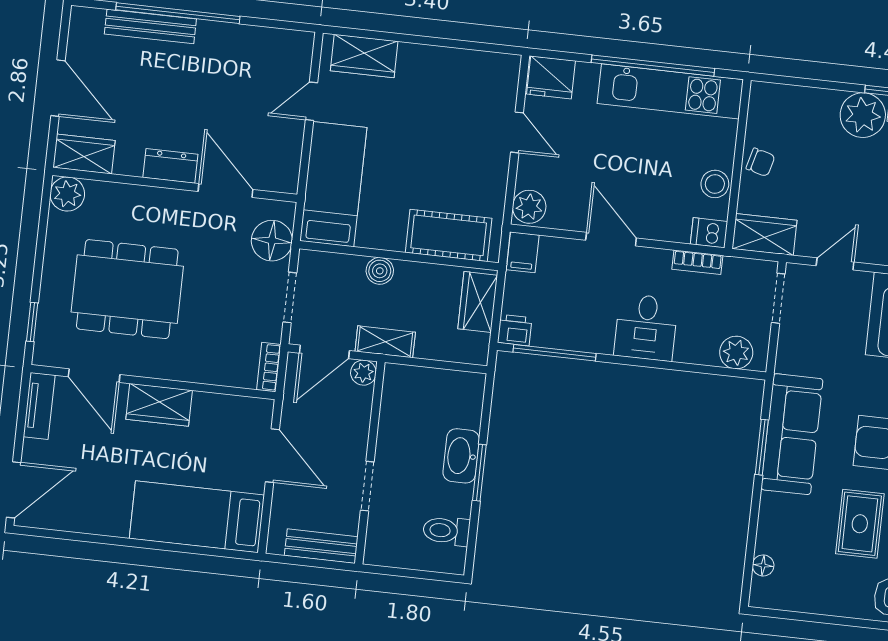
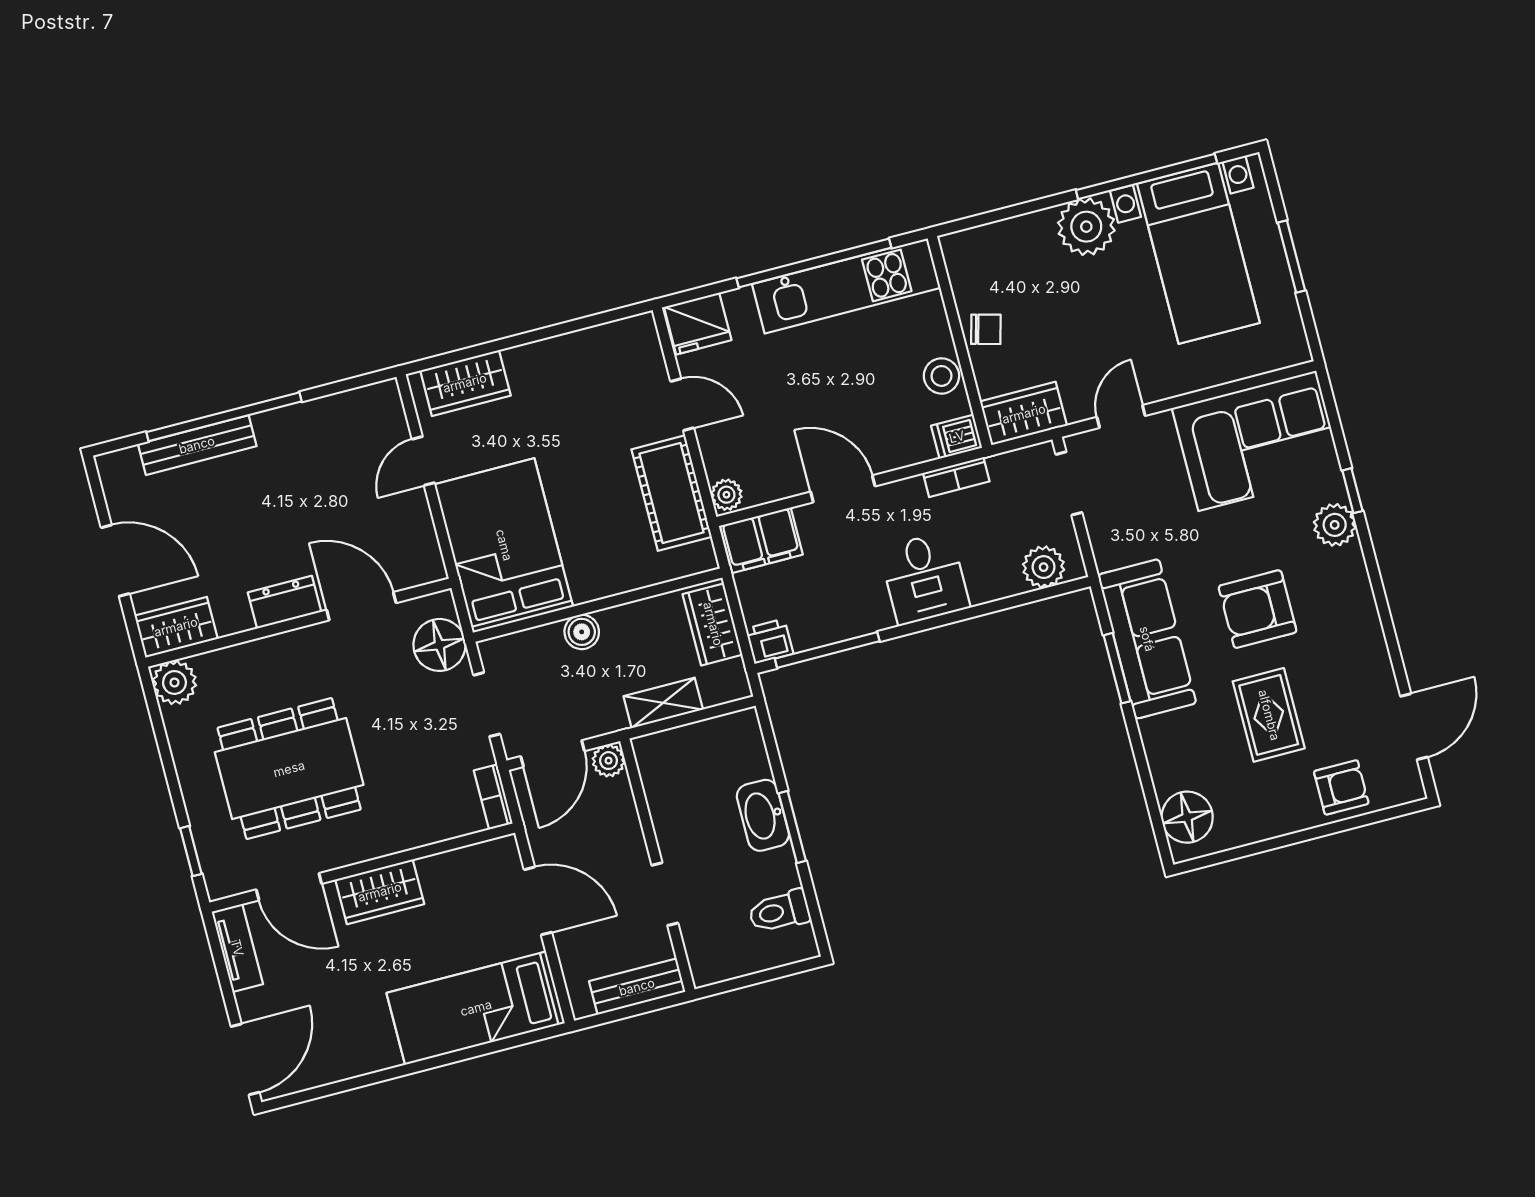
bed: (333, 184) -> (504, 545), width x1.50
plant: (529, 207) -> (726, 495), width x0.73, depth x0.73
cot: (449, 235) -> (672, 493), moved, turned 90
filing cabinet: (523, 252) -> (761, 540), width x2.00
shelving: (385, 342) -> (663, 703), moved
floor lamp: (763, 565) -> (1187, 817), width x1.89, depth x1.89

